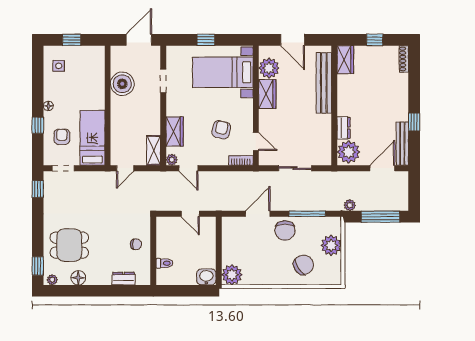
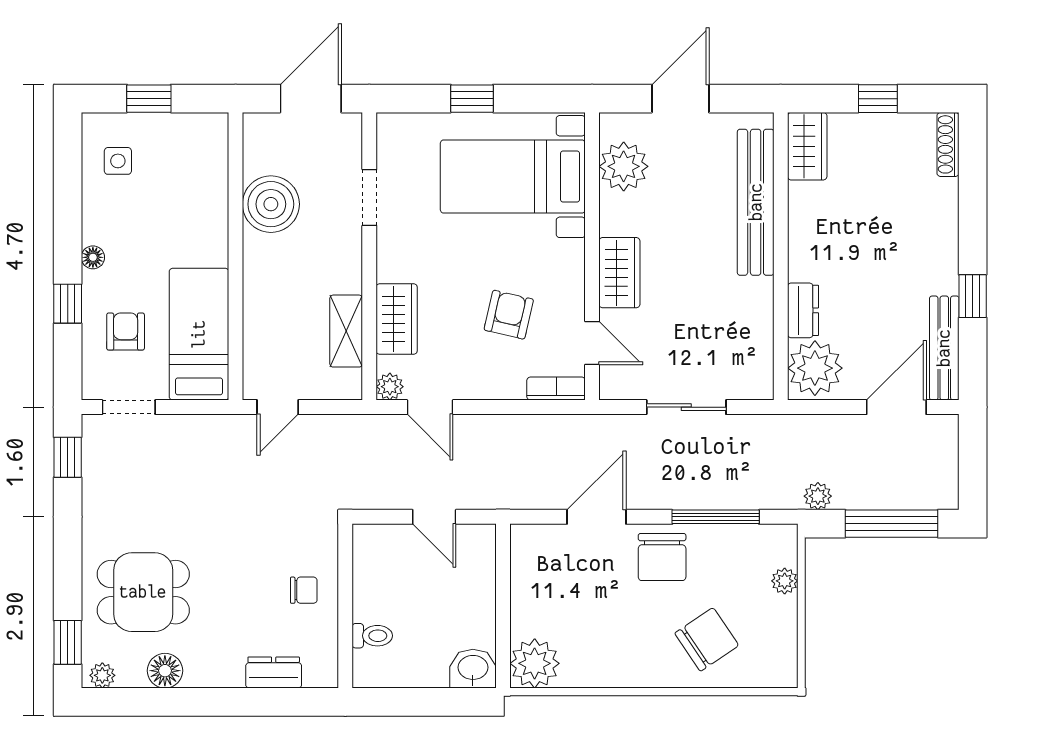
door: (293, 40) -> (680, 99), swing flipped
wardrobe: (267, 94) -> (619, 273), moved
shelving: (154, 150) -> (346, 331), moved
plant: (331, 245) -> (785, 581), width x0.53, depth x0.53

